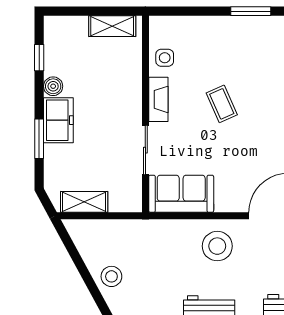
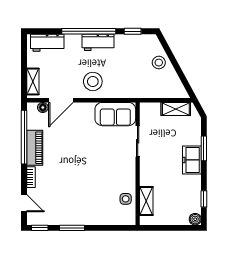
shelving: (112, 26) -> (146, 201), moved, turned 90
boiler: (53, 86) -> (195, 219), moved
fireplace: (158, 99) -> (130, 173), removed
coffee table: (222, 104) -> (90, 170), removed

